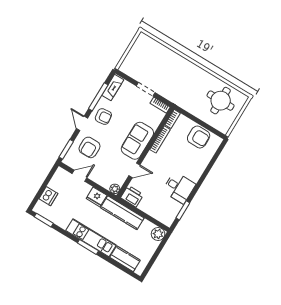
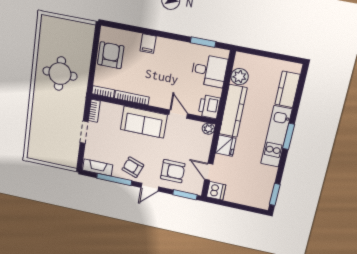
round table: (221, 101) -> (60, 74), moved
armchair: (103, 117) -> (133, 167), turned -63
filing cabinet: (197, 169) -> (148, 44), added
desk: (179, 188) -> (209, 71), moved, turned 90
dishwasher: (48, 196) -> (216, 191), moved, turned 90
plant: (158, 234) -> (240, 77), moved

